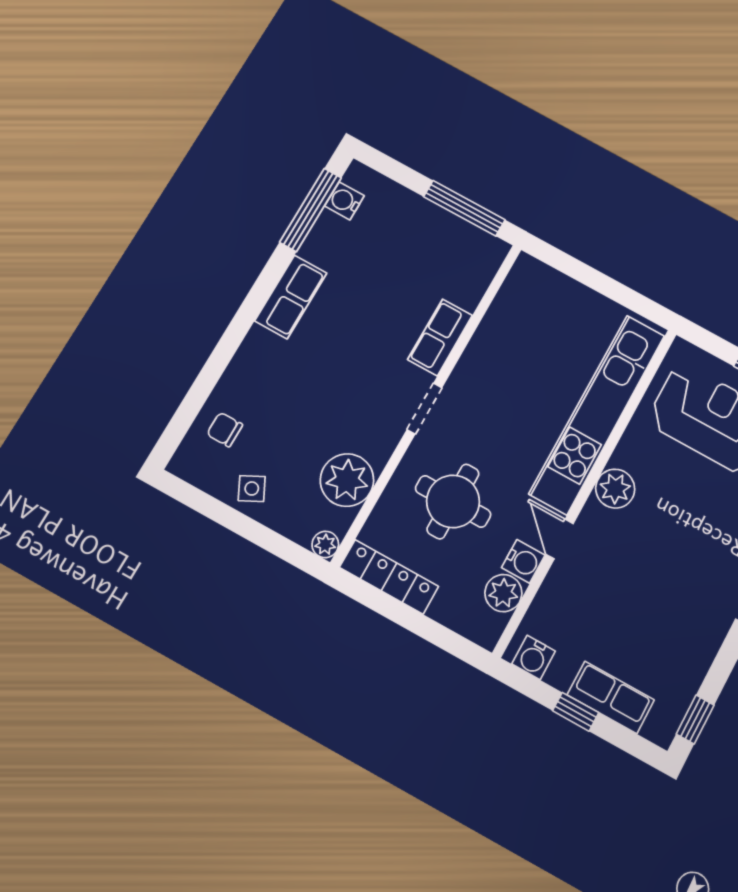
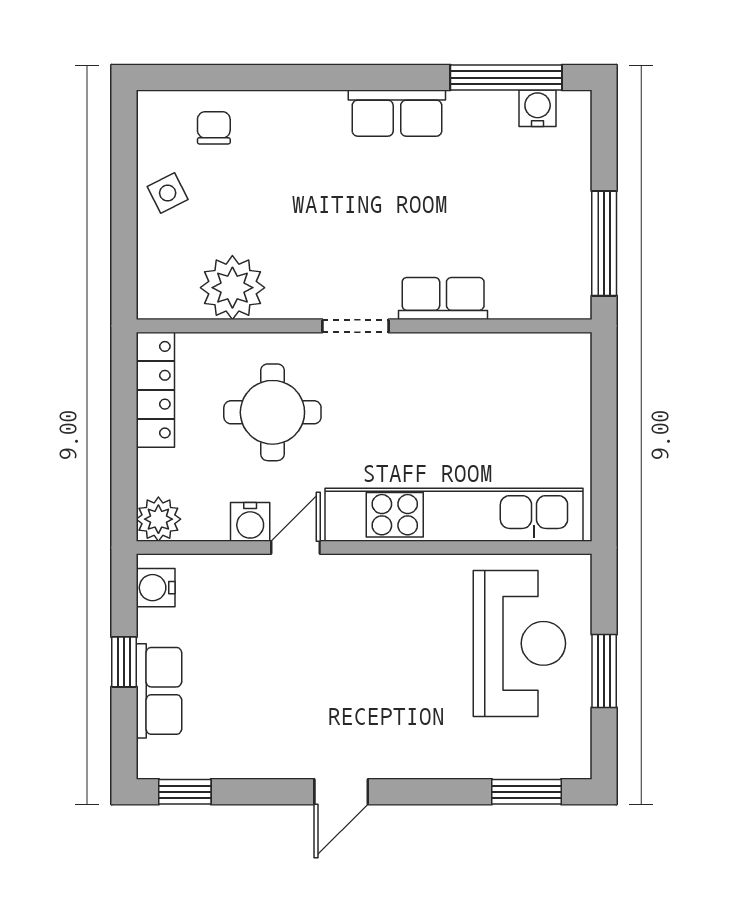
plant: (615, 489) -> (383, 578), removed
plant: (325, 544) -> (152, 304), removed
plant: (503, 593) -> (158, 519), moved

